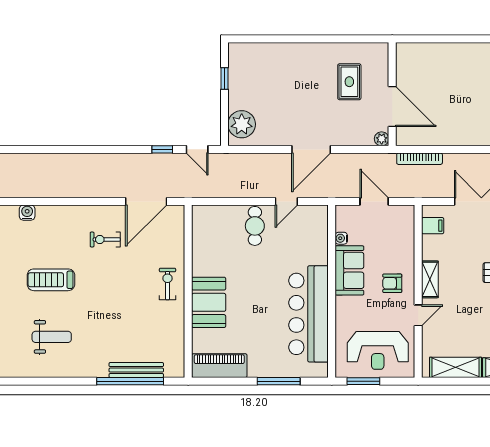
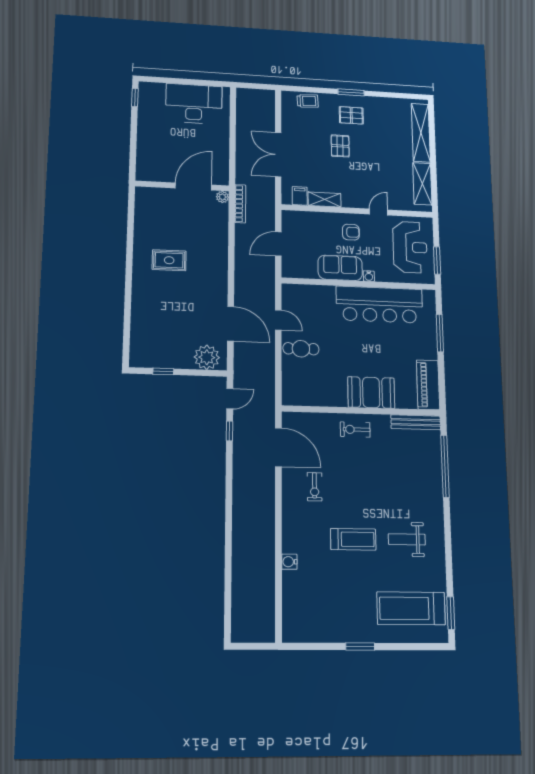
wall: (392, 94) -> (182, 186), moved
door: (392, 107) -> (193, 187), moved
plant: (382, 139) -> (222, 197), moved
door: (311, 149) -> (231, 324), moved
water cooler: (341, 238) -> (369, 276), moved
shelving: (430, 279) -> (325, 199), moved
treadmill: (51, 280) -> (353, 539), turned -90
armchair: (392, 283) -> (351, 232), turned -90
door: (418, 315) -> (378, 212), hinge flipped
weight bench: (52, 337) -> (407, 539), turned -90
bench: (136, 370) -> (416, 422), moved, turned 90

